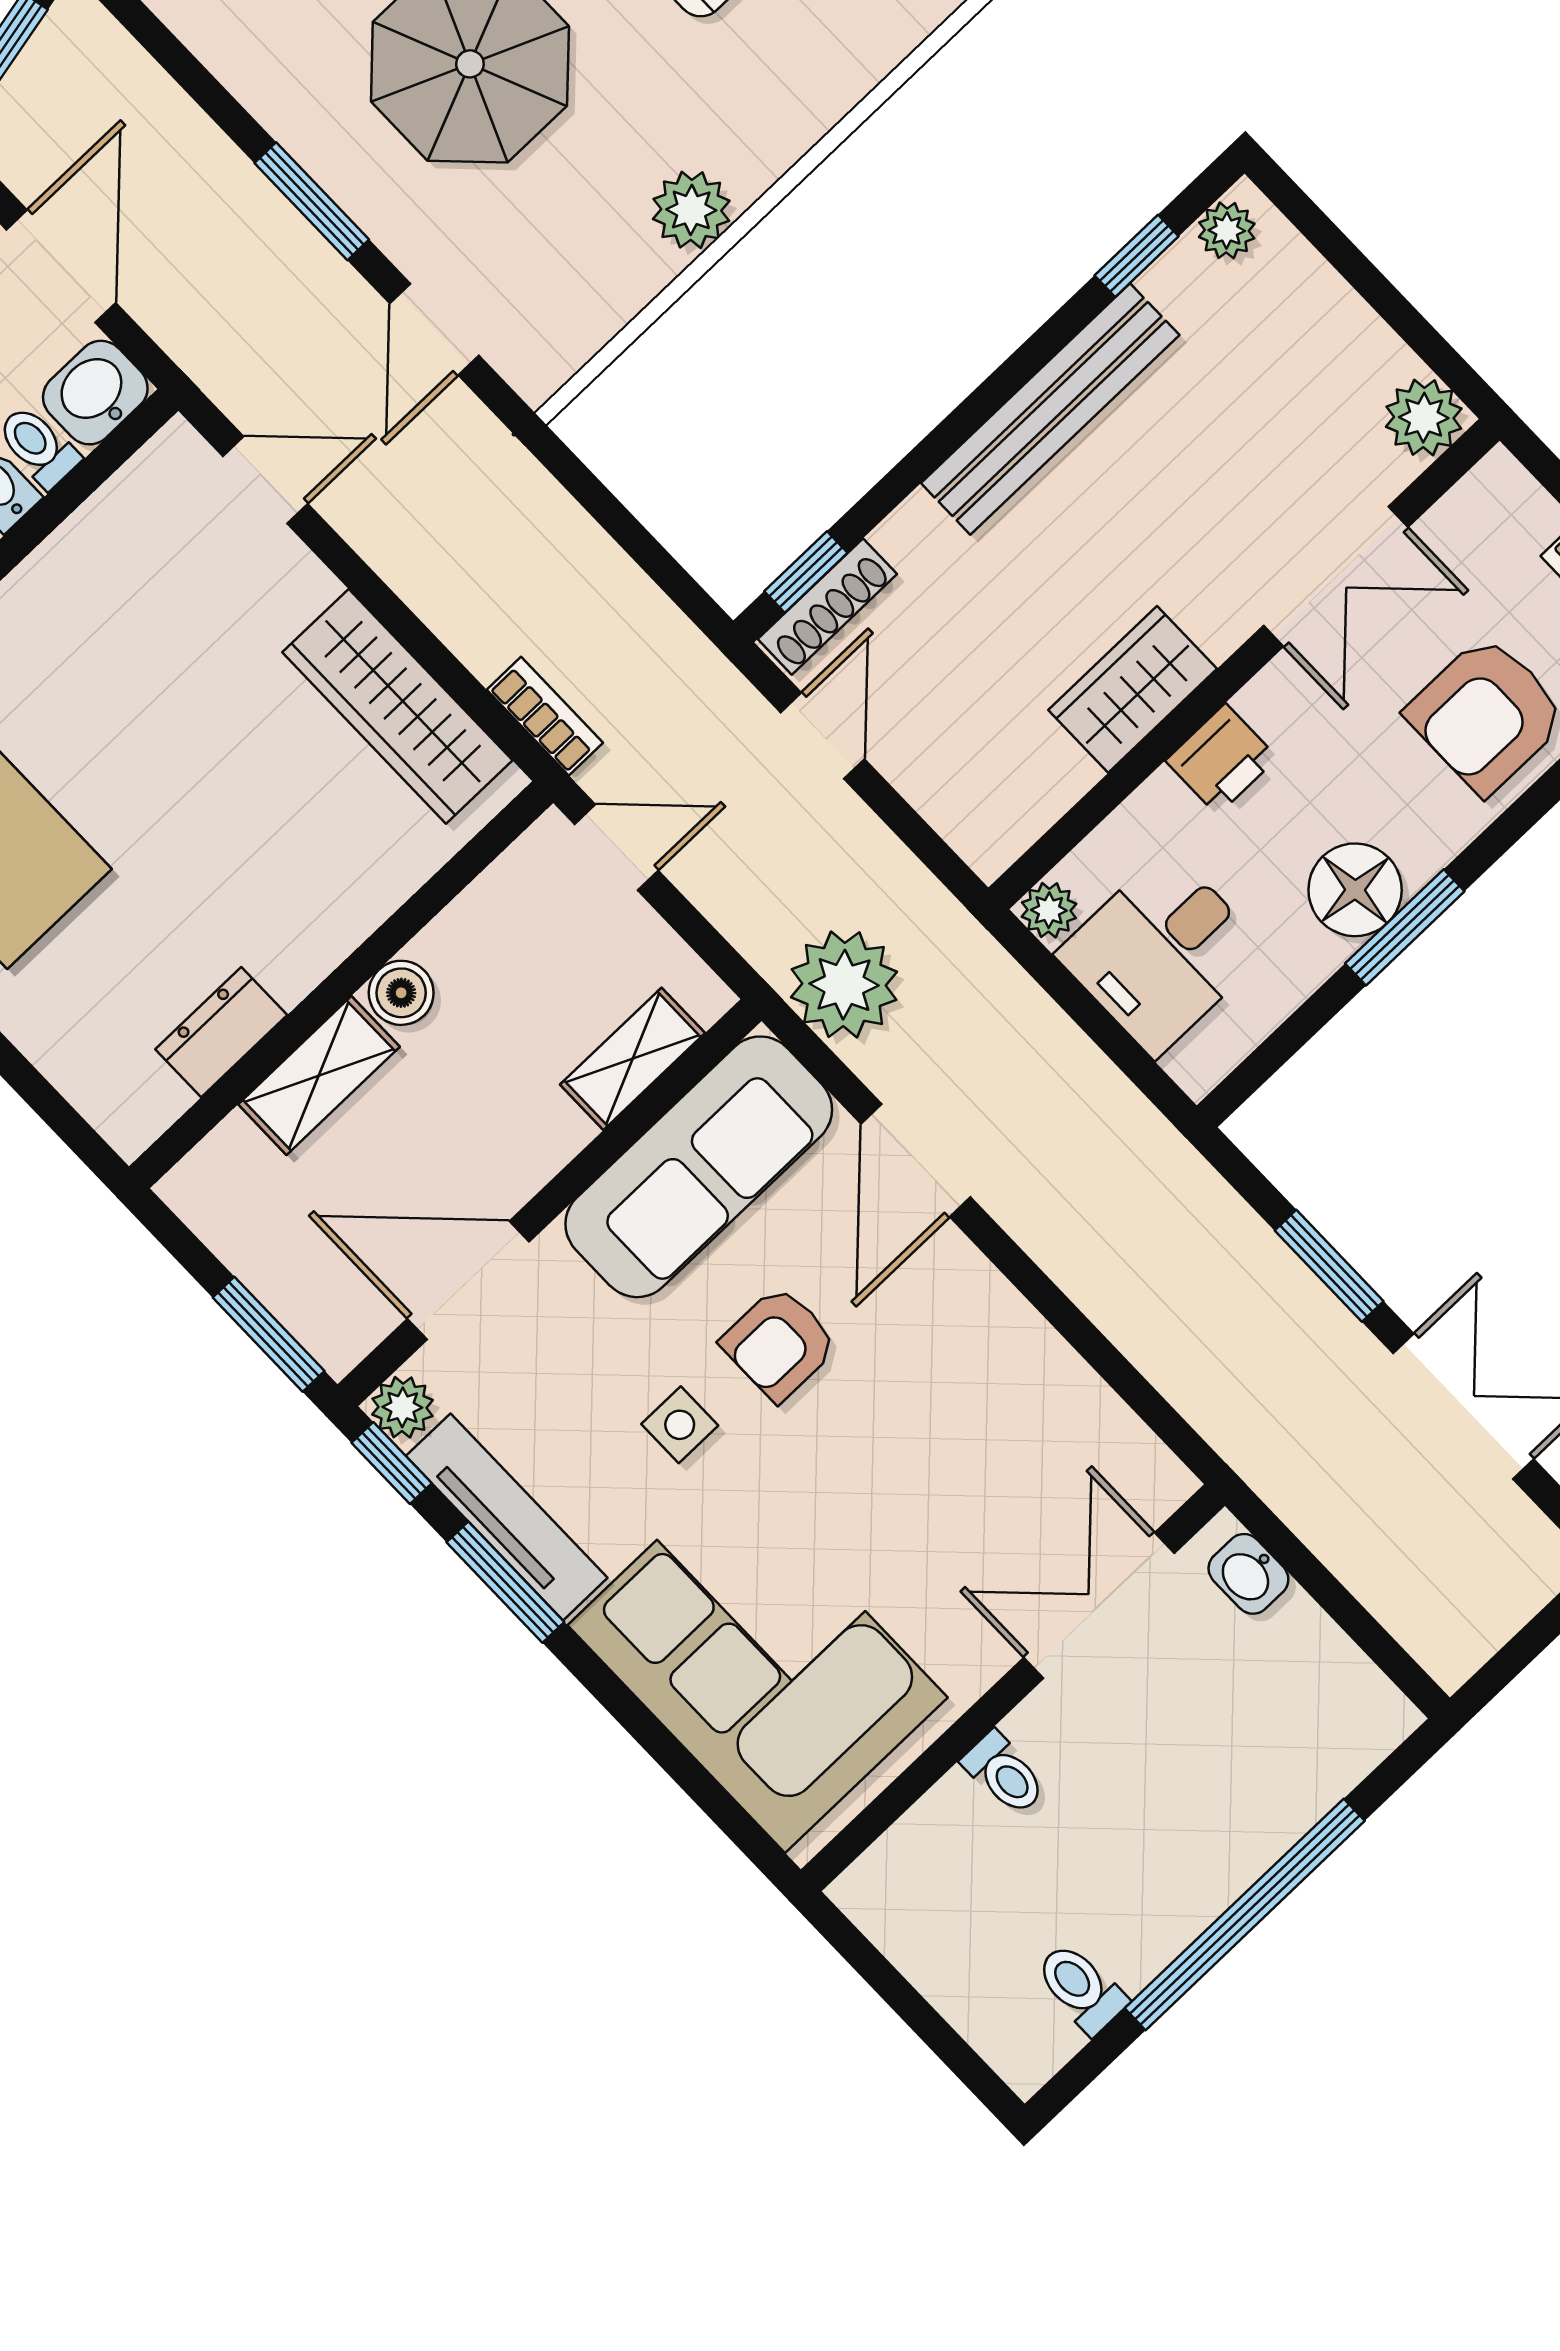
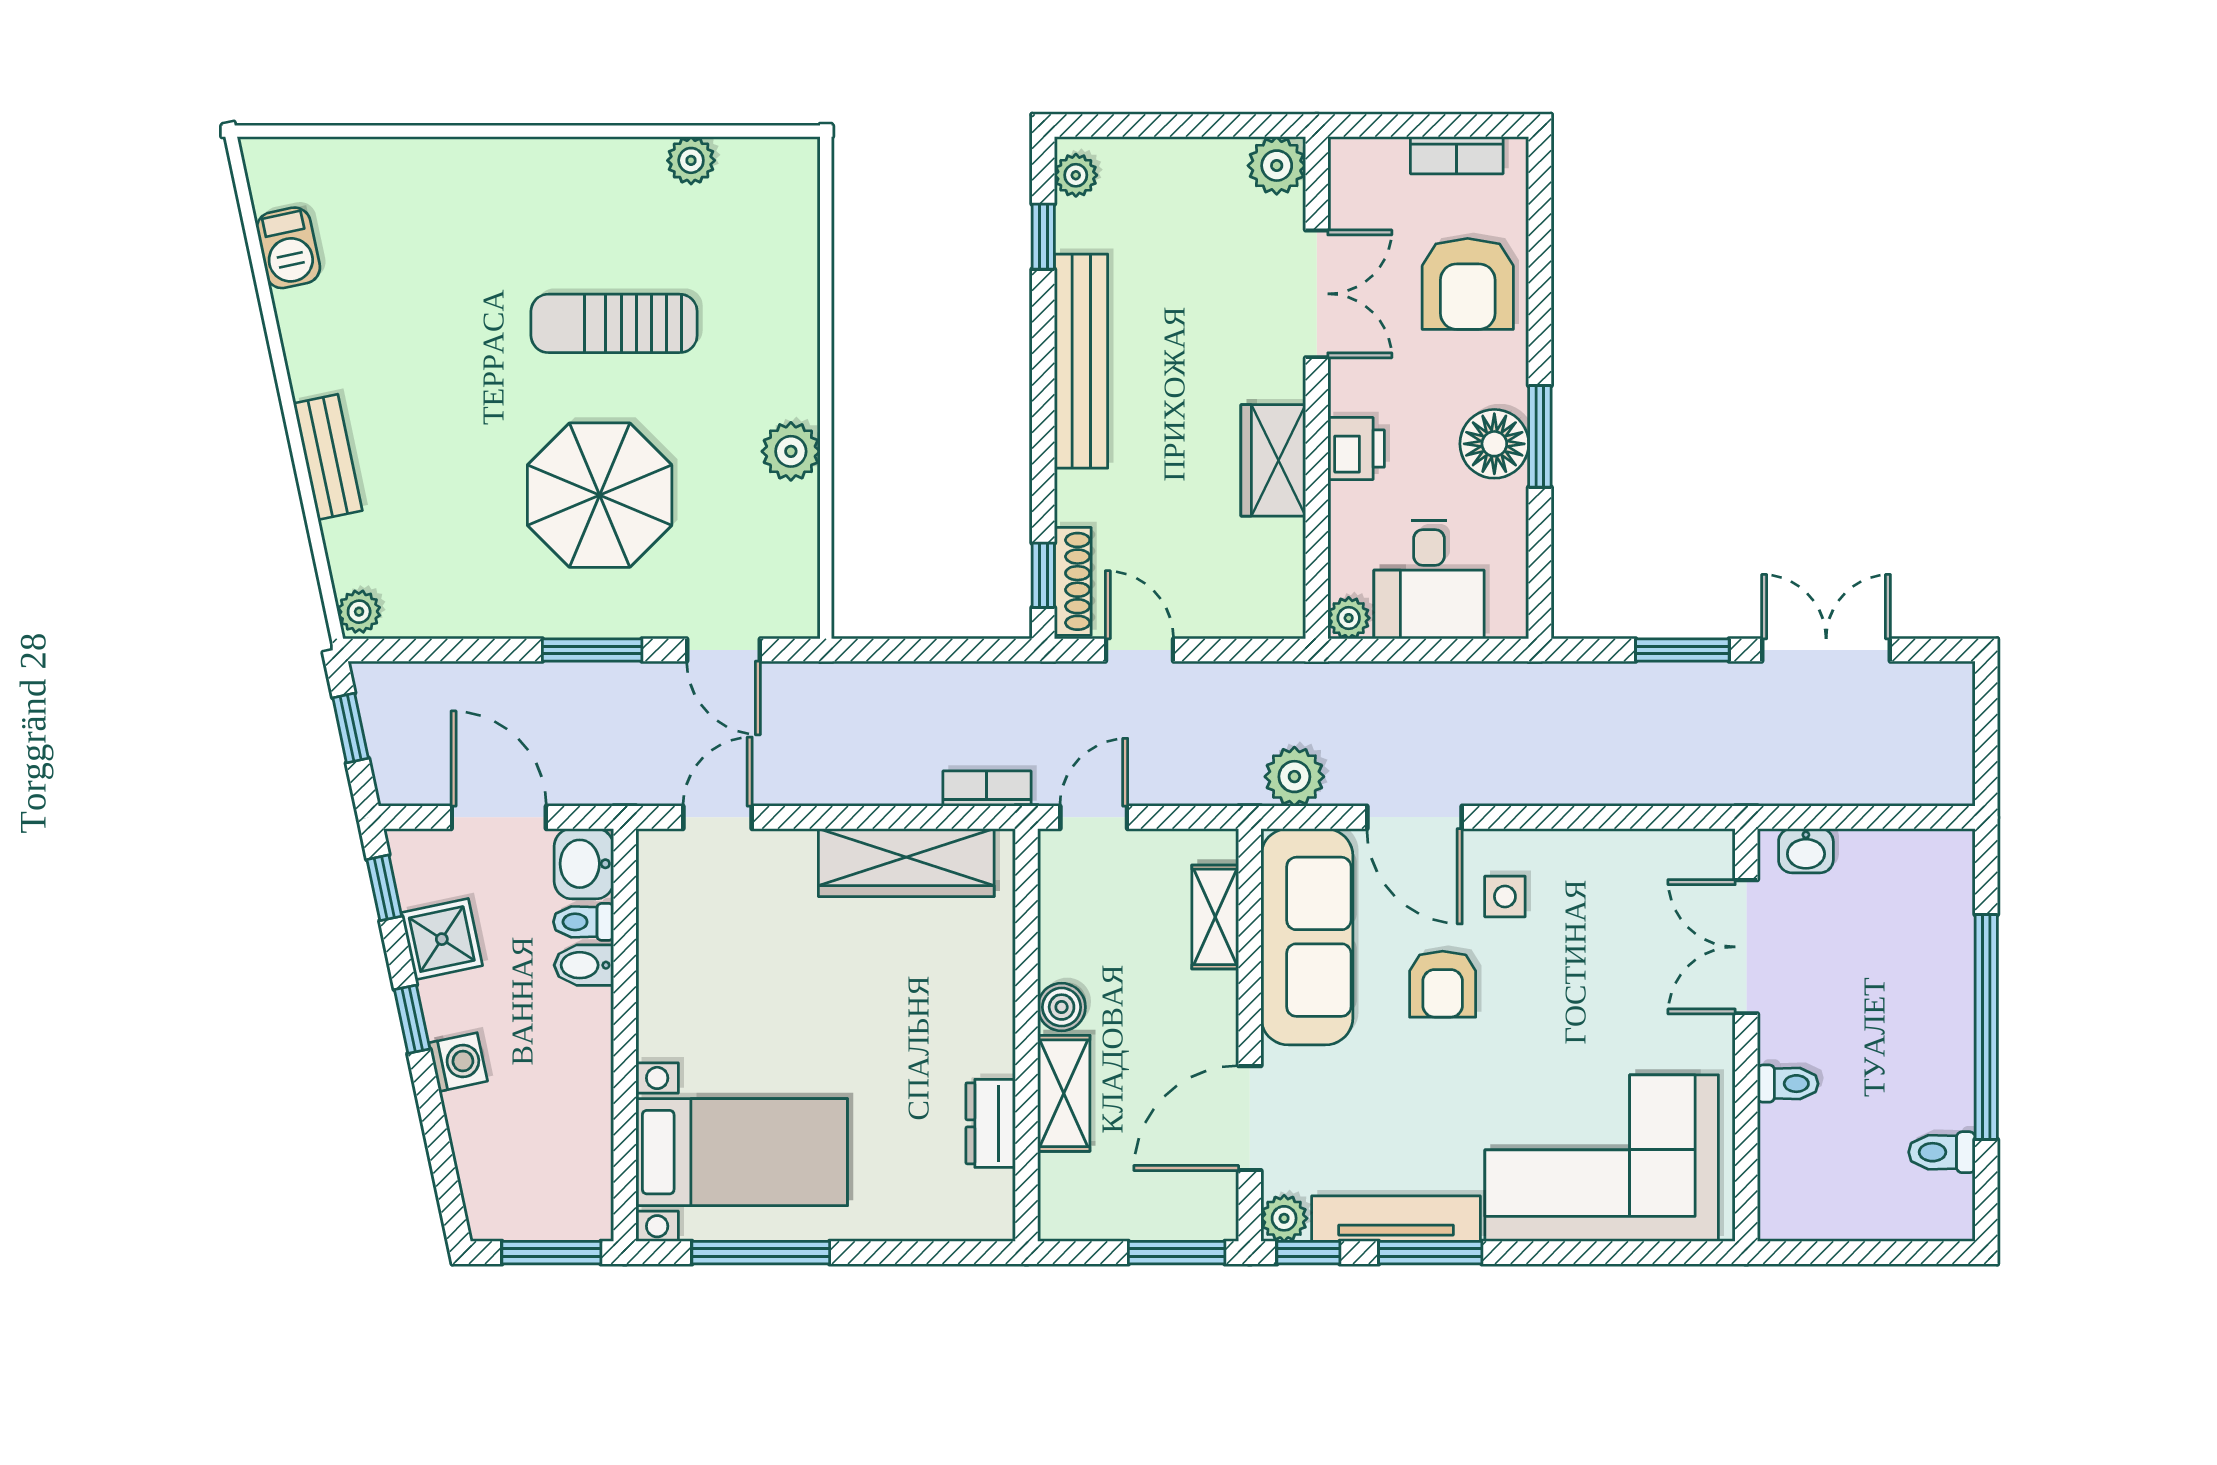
plant: (844, 985) -> (1294, 777), width x0.73, depth x0.73
side table: (680, 1425) -> (1505, 896), moved

